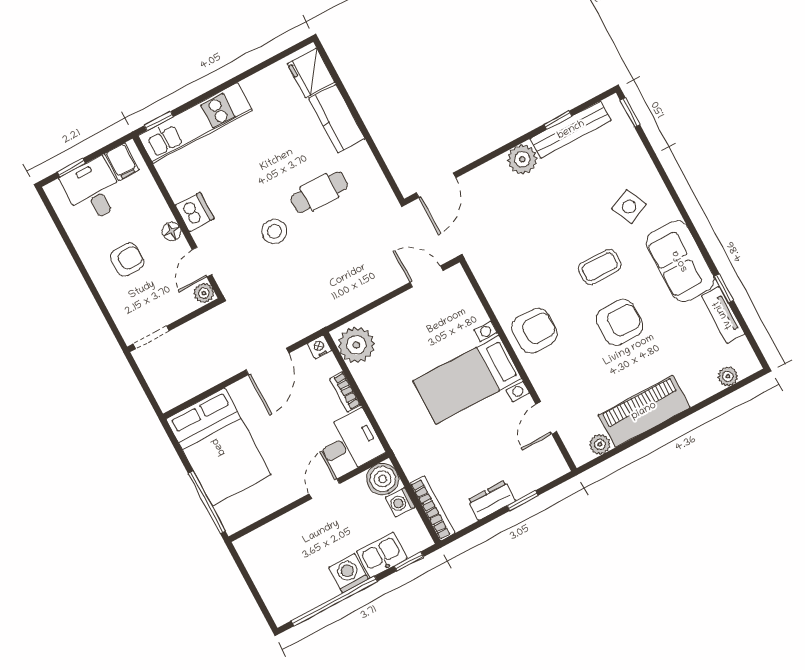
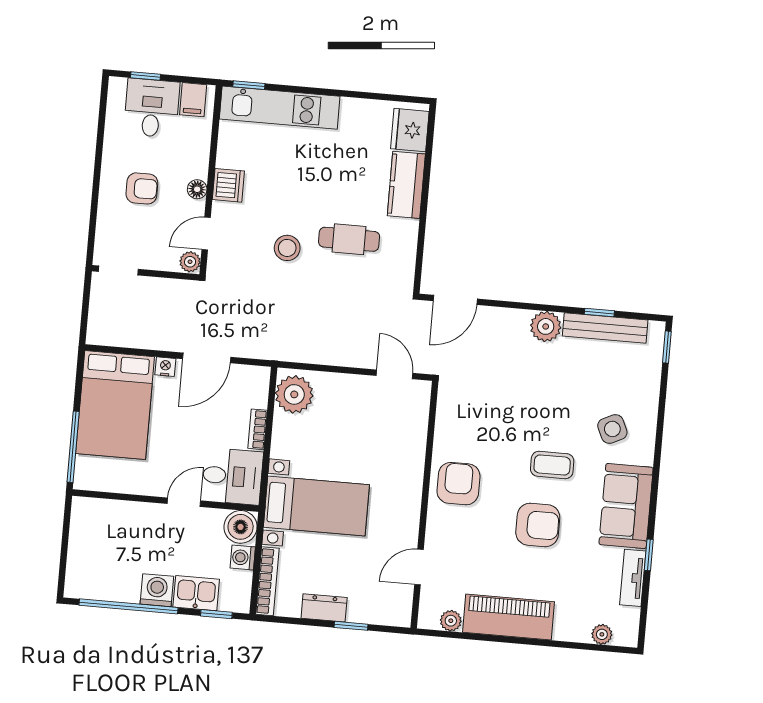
armchair: (534, 331) -> (458, 484), turned -90
nightstand: (319, 347) -> (165, 367), moved
bed with nightstands: (467, 380) -> (316, 506), moved, turned 180

